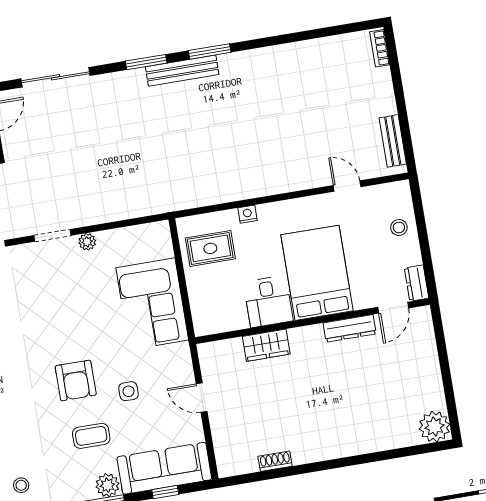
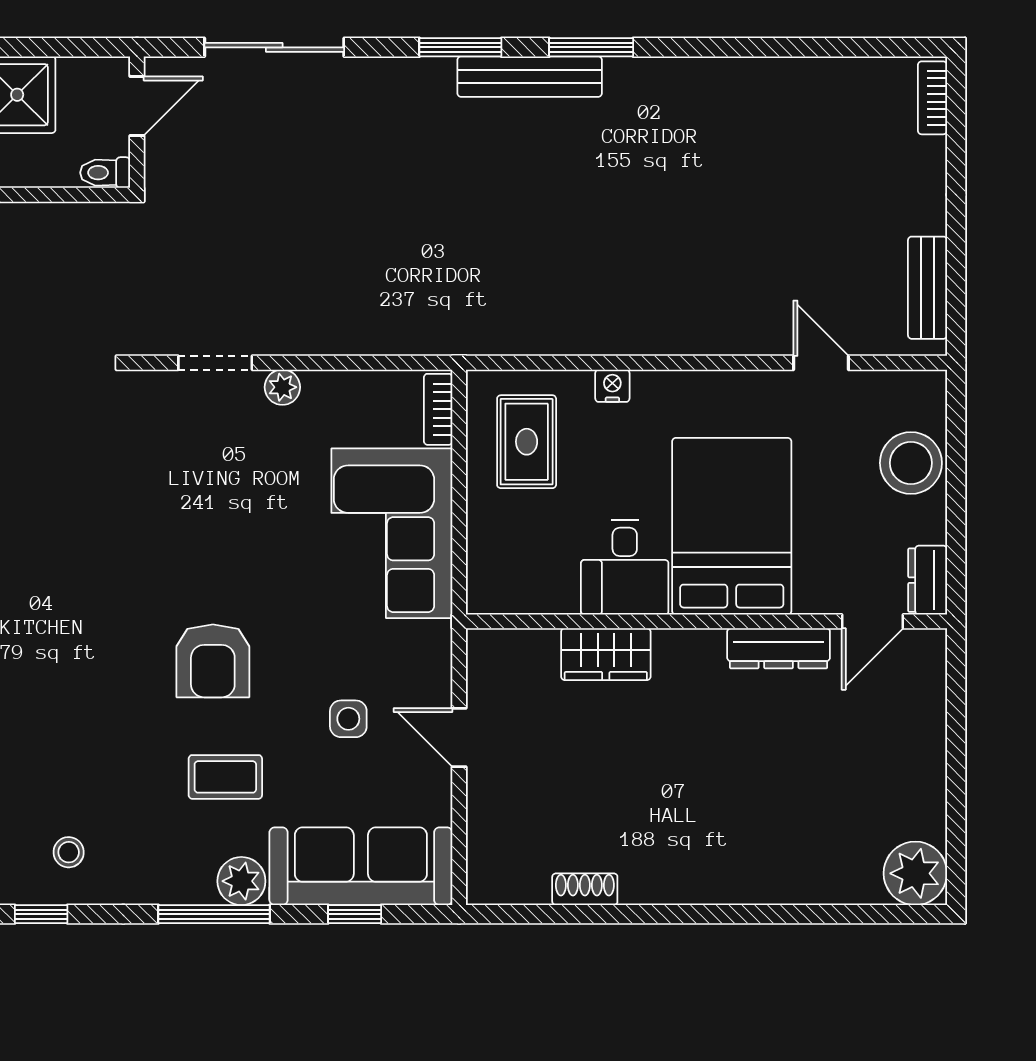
stool: (399, 227) -> (911, 463), width x1.89, depth x1.89
bookcase: (165, 240) -> (438, 409), added
rug: (210, 248) -> (527, 442), turned 90
side table: (129, 391) -> (348, 719), moved

